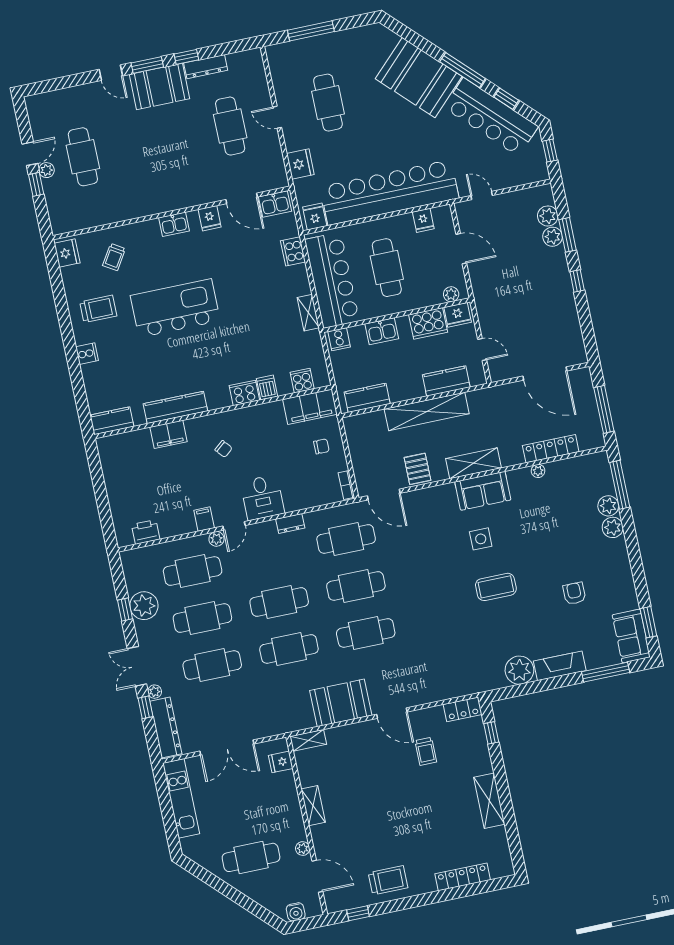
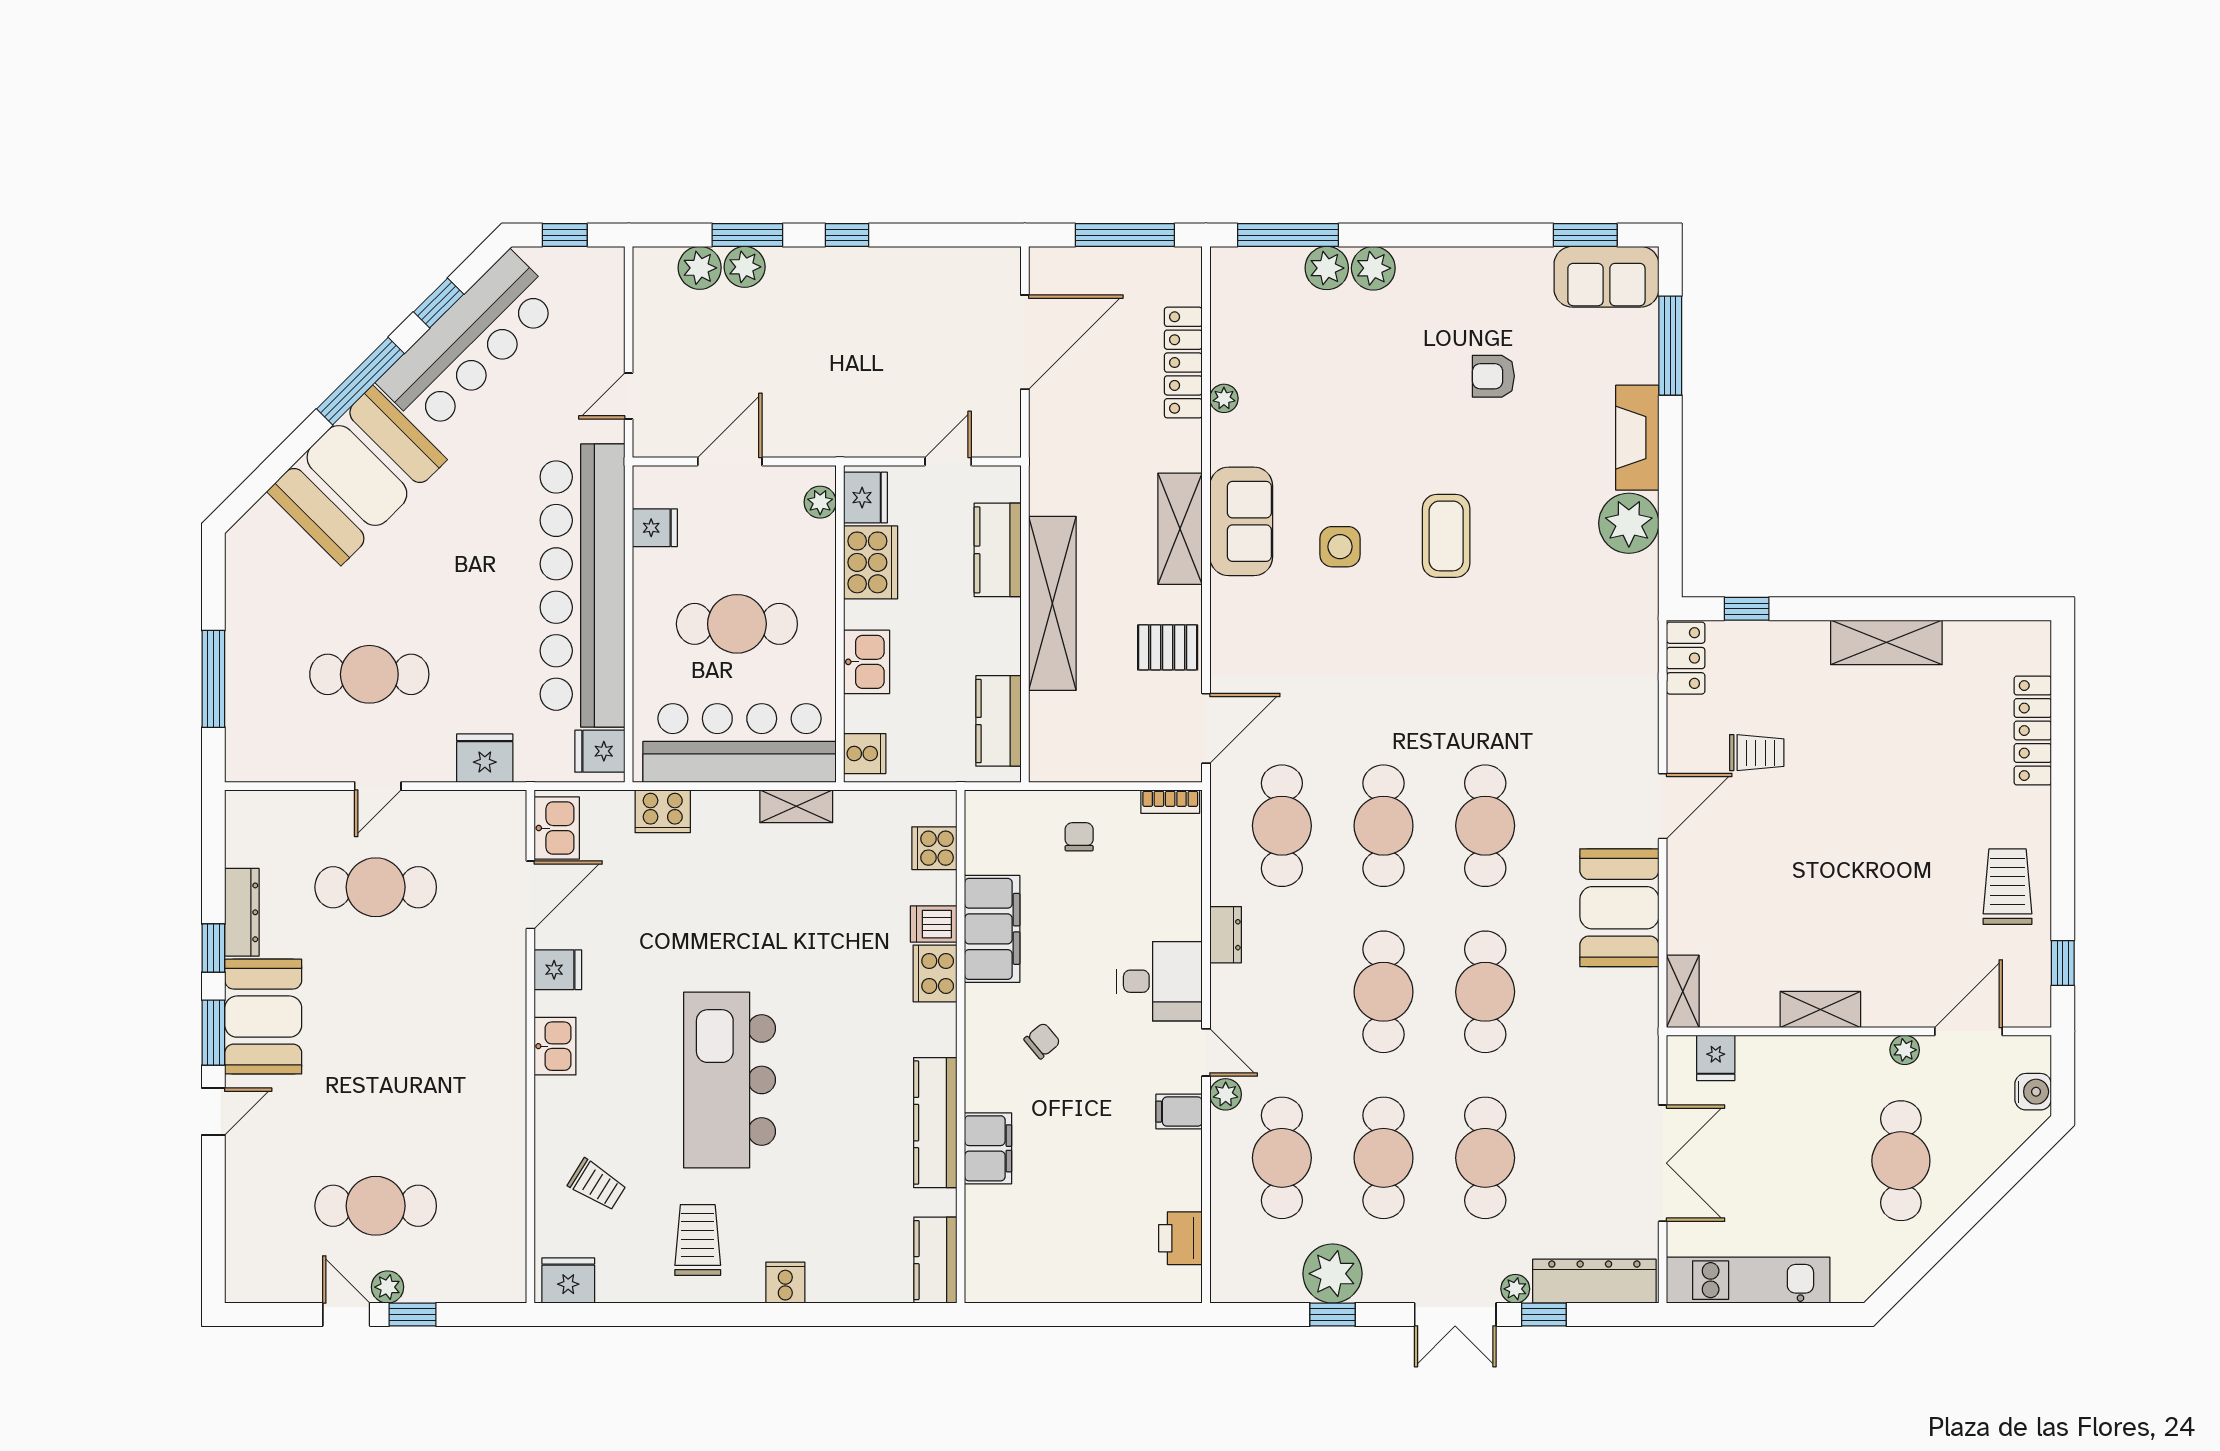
filing cabinet: (310, 407) -> (992, 929), moved

